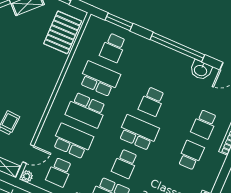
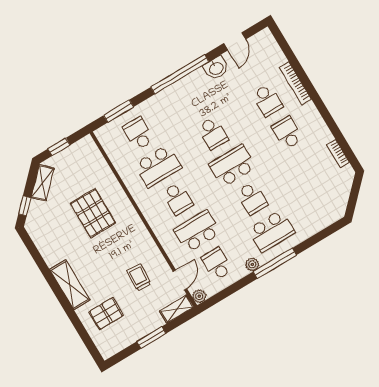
pallet: (63, 32) -> (93, 213), moved
school desk: (113, 48) -> (138, 134), turned 180
school desk: (100, 79) -> (158, 166), turned 180
school desk: (86, 110) -> (178, 199), width x0.54
school desk: (59, 172) -> (217, 264), turned 180

